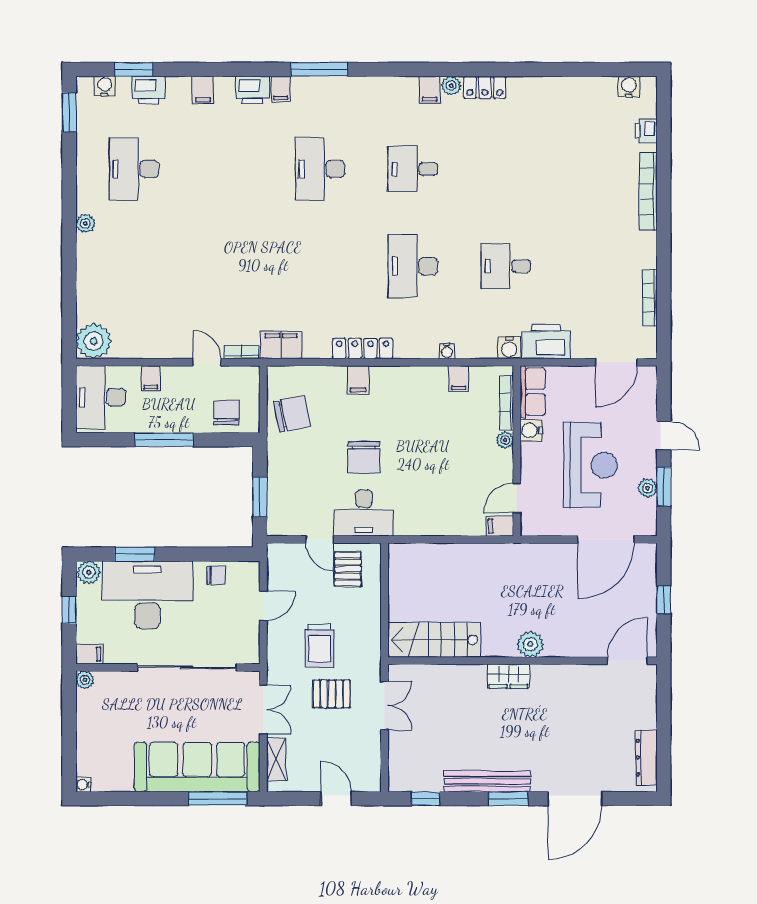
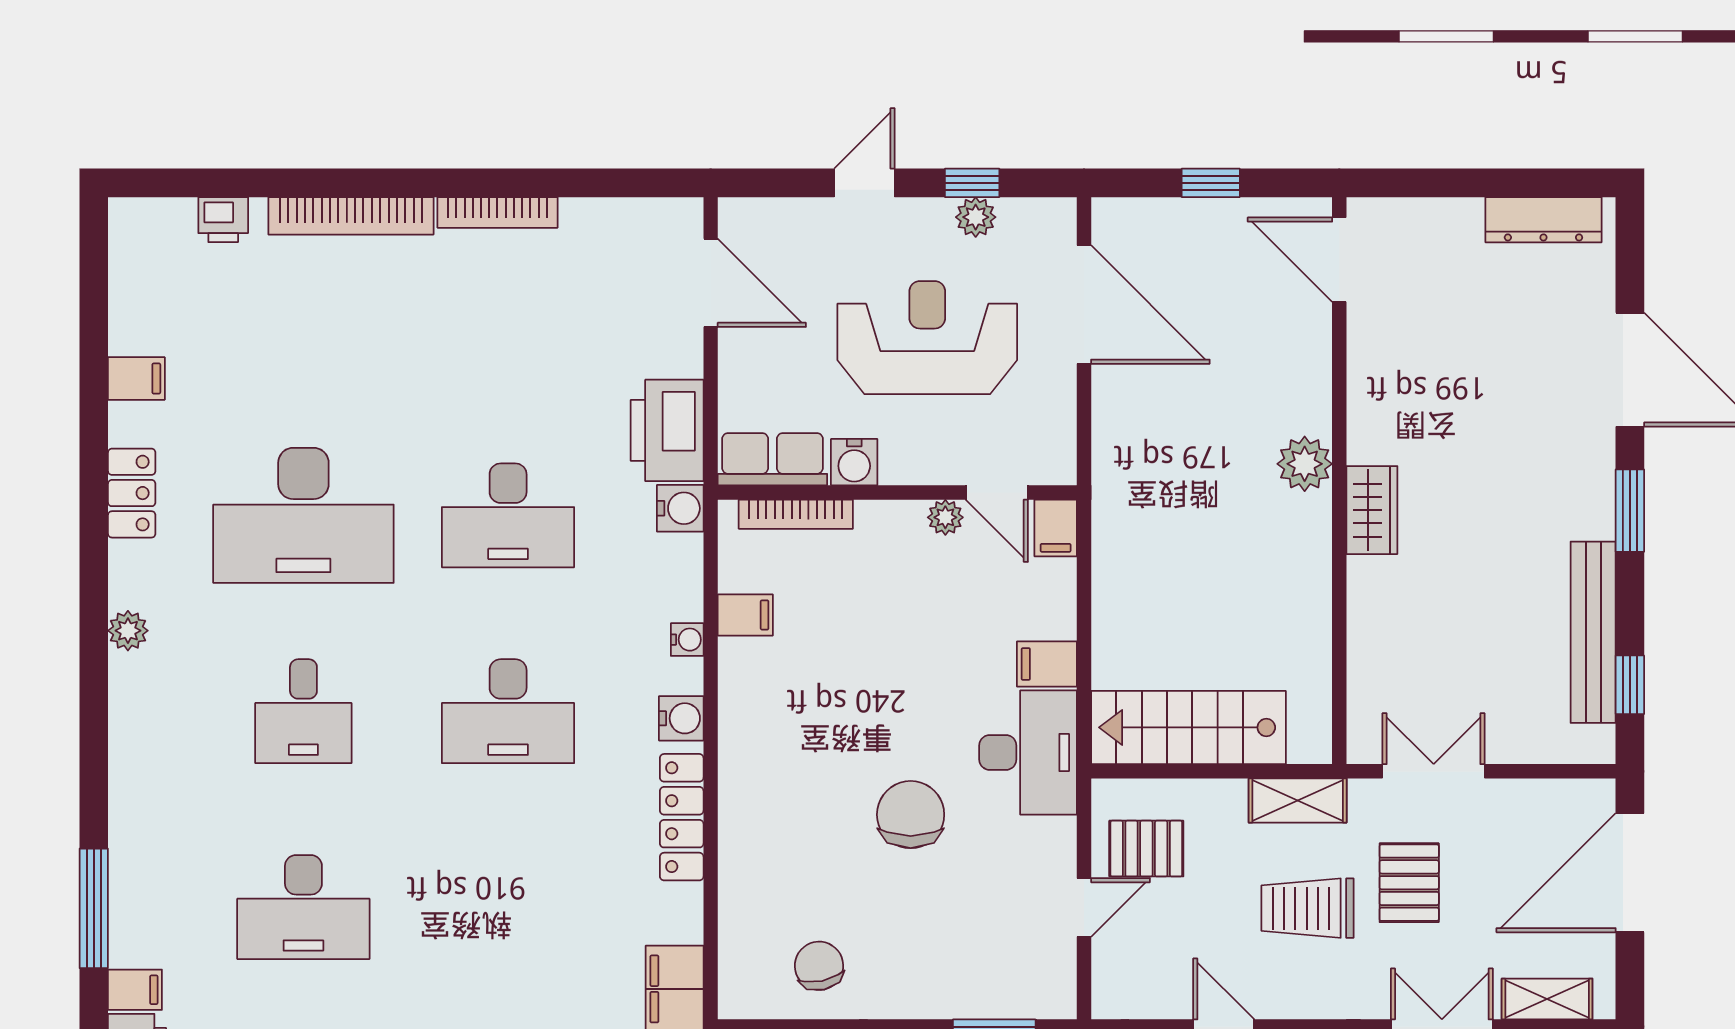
locker: (485, 87) -> (132, 493), moved
water cooler: (629, 87) -> (681, 718), moved, turned 180
filing cabinet: (430, 90) -> (136, 379), moved
desk: (506, 169) -> (303, 515), added
desk: (506, 266) -> (508, 515), width x1.37
bookcase: (650, 298) -> (497, 212), moved
filing cabinet: (358, 380) -> (1047, 664), moved, turned 180
chair: (292, 414) -> (819, 966), width x0.73, depth x0.73
plant: (505, 440) -> (945, 517), moved
chair: (364, 457) -> (911, 815), turned -90
window: (664, 486) -> (972, 183), width x0.67
desk: (364, 513) -> (1028, 752), moved
stairs: (434, 640) -> (1188, 727), moved, turned 90
shelving: (371, 641) -> (1298, 800), added
trolley: (319, 646) -> (1307, 908), turned 180
bench: (487, 781) -> (1593, 632), moved
door: (336, 799) -> (1630, 873), width x1.87

